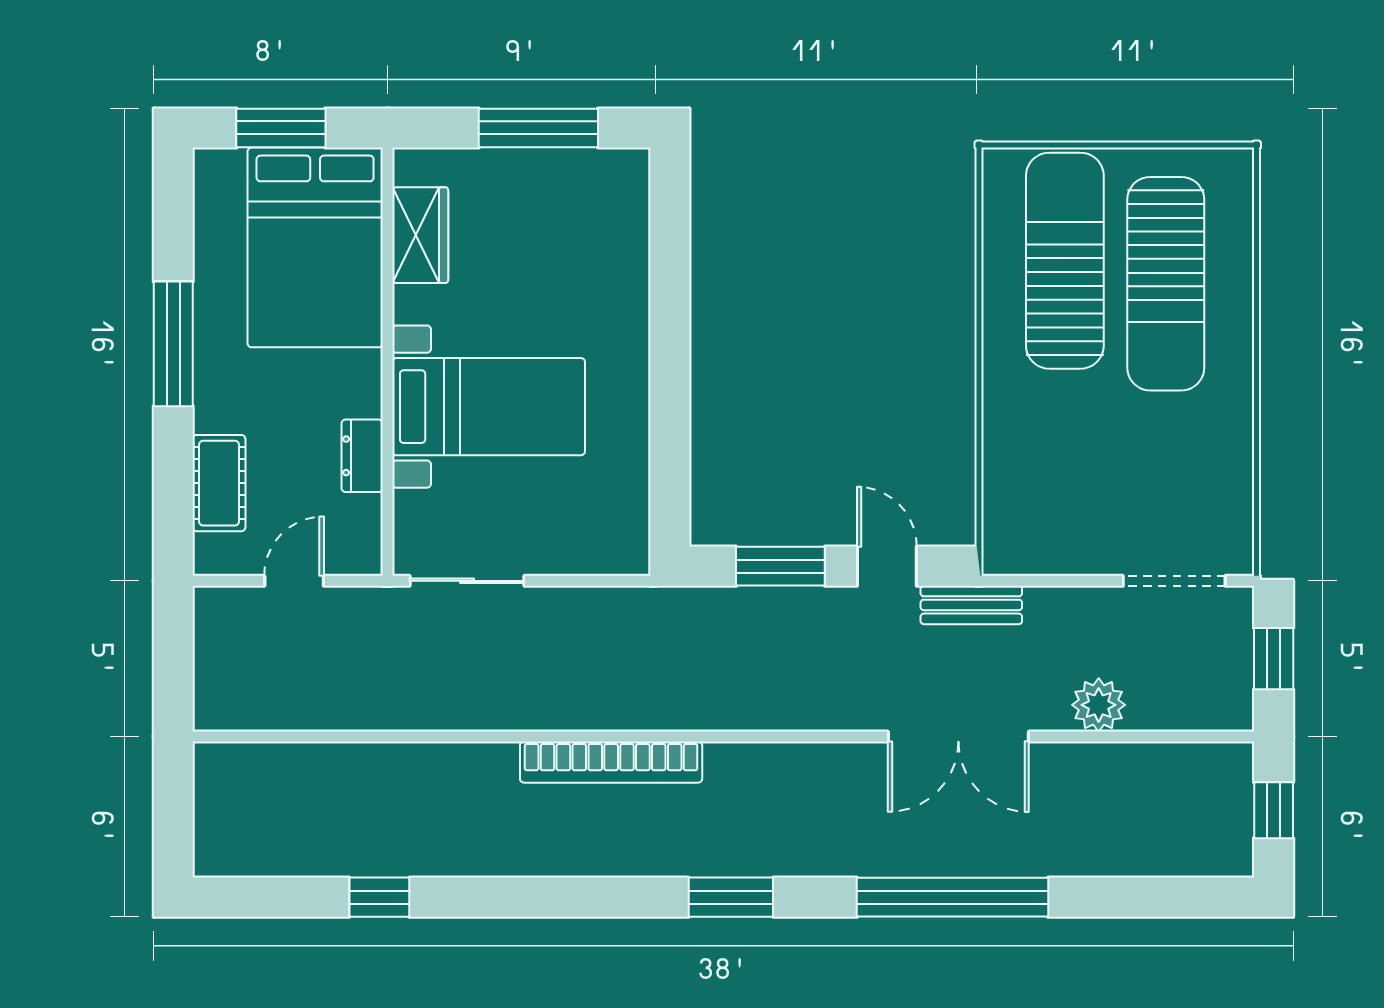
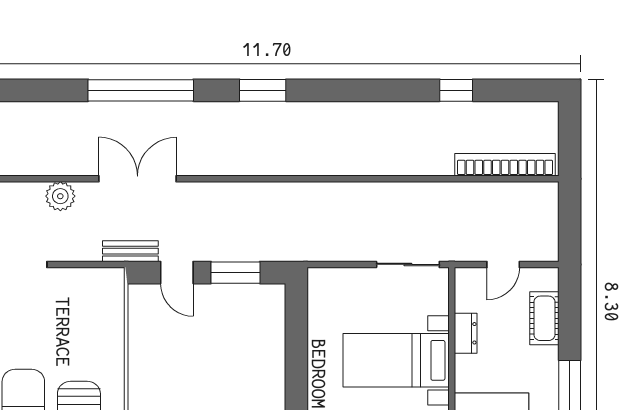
bookcase: (611, 762) -> (505, 165), moved

